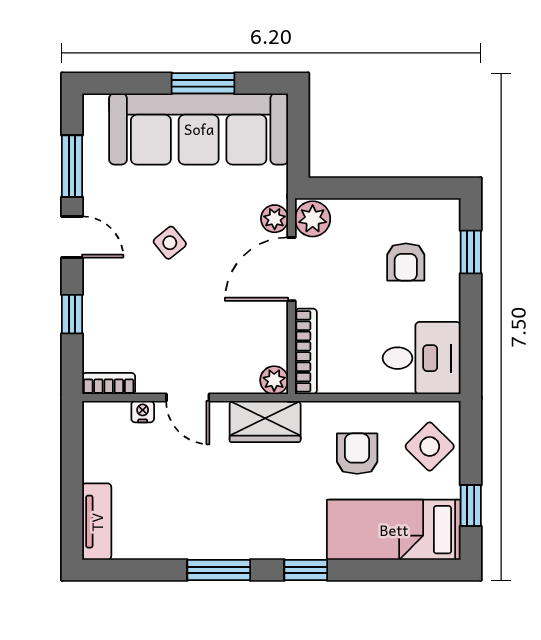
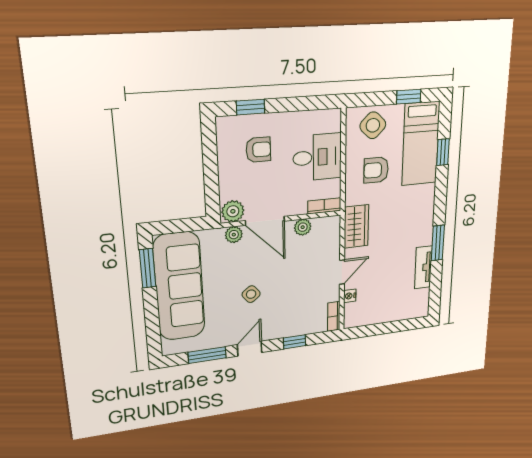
window: (203, 83) -> (148, 268), moved
bookcase: (306, 351) -> (324, 206), width x0.64
desk: (422, 358) -> (317, 157), moved, turned 90
plant: (274, 380) -> (303, 227), moved
tv unit: (97, 522) -> (423, 267), moved, turned -90
window: (306, 570) -> (443, 152), moved

